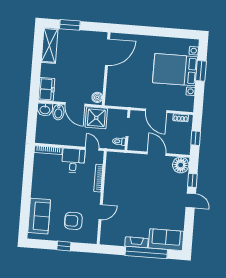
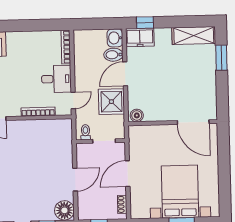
door: (107, 52) -> (193, 122), moved
wall: (106, 69) -> (173, 123), moved
window: (35, 84) -> (145, 23), added
boiler: (97, 97) -> (137, 115), moved

